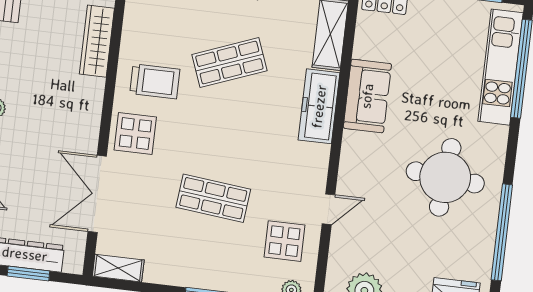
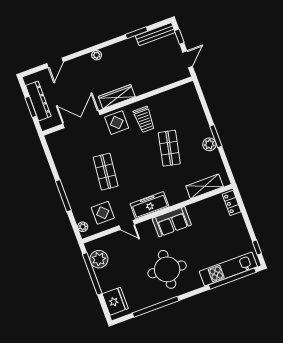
wardrobe: (97, 41) -> (117, 97), moved
shop shelf: (229, 63) -> (169, 148), turned 33
sofa: (367, 96) -> (172, 222), moved
freezer: (319, 106) -> (150, 205), moved
shelving: (118, 268) -> (53, 145), removed

